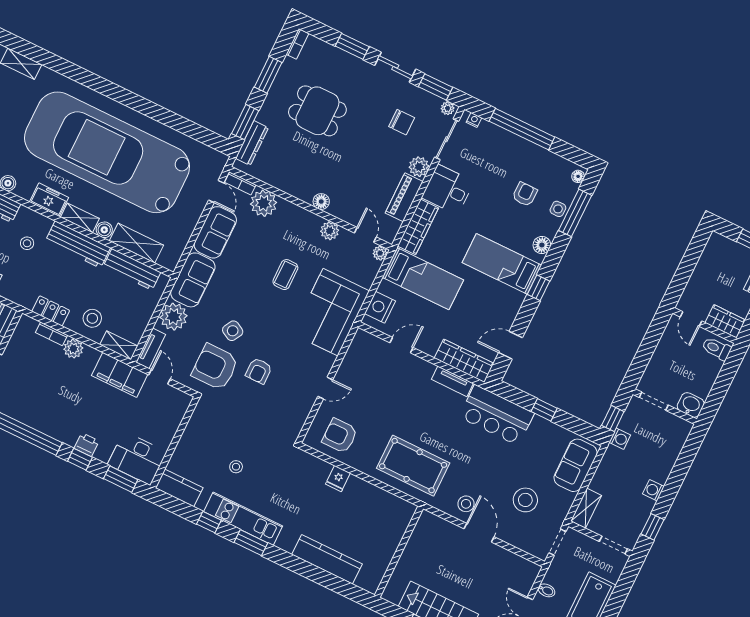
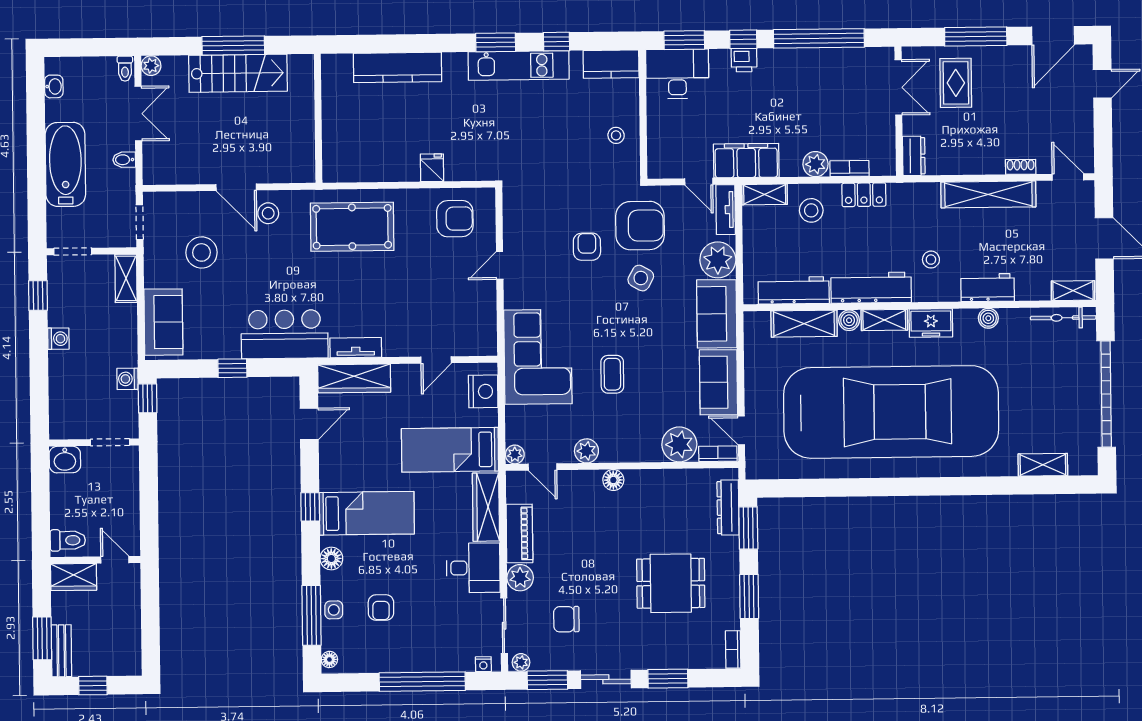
stool: (236, 467) -> (616, 135), moved

